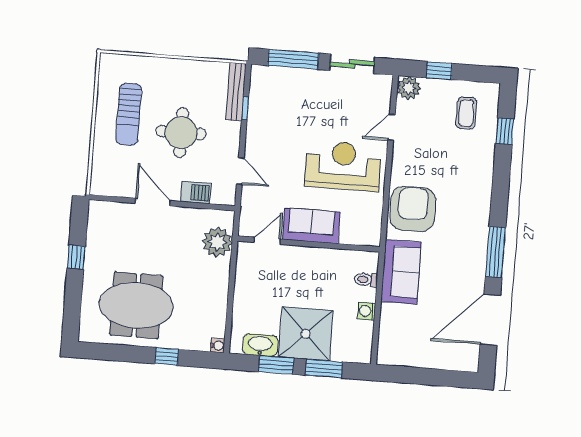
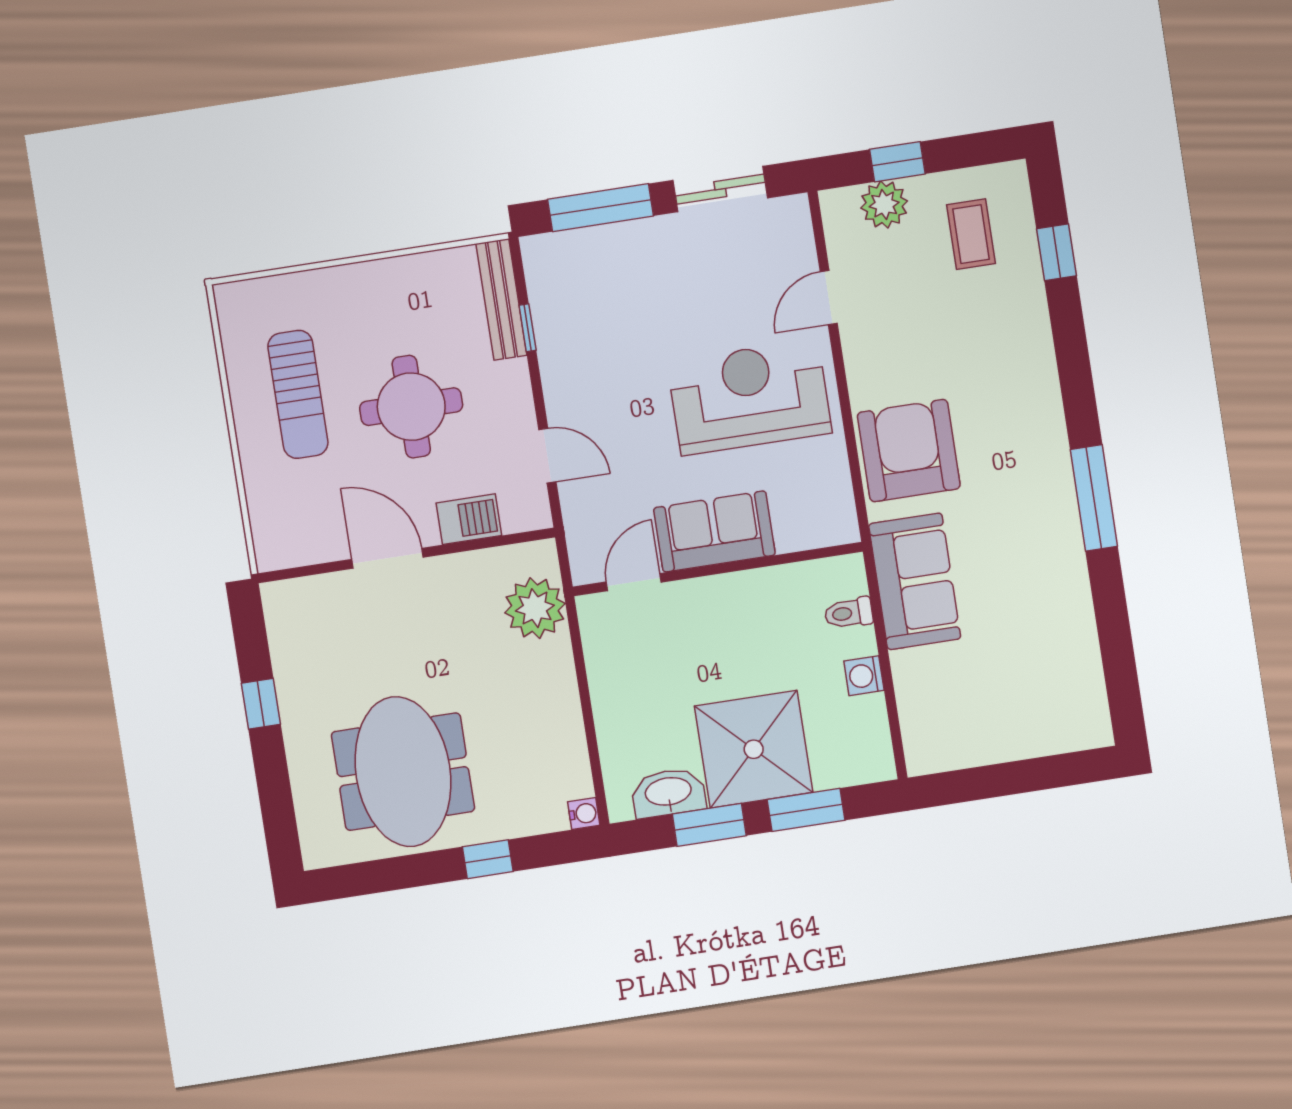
plant: (409, 88) -> (884, 204), moved
meeting table: (136, 305) -> (403, 772), turned 90
door: (490, 320) -> (1115, 635), removed

